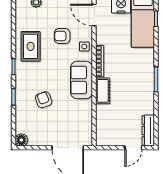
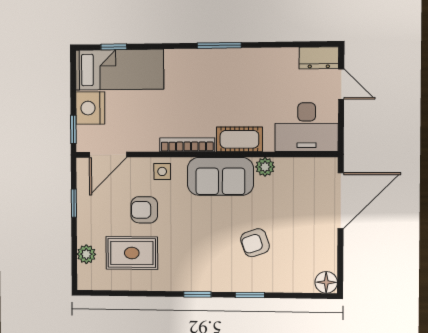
armchair: (62, 36) -> (144, 210), turned 90
rug: (31, 46) -> (132, 253), moved
plant: (87, 105) -> (265, 167), added
desk: (109, 129) -> (307, 127), added
dresser: (148, 131) -> (319, 58), width x0.70

